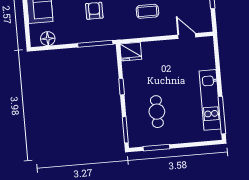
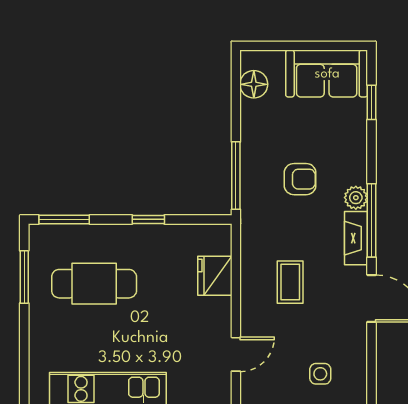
fridge: (131, 52) -> (215, 276), moved
cafe table: (157, 112) -> (94, 284), width x1.37, depth x1.35

